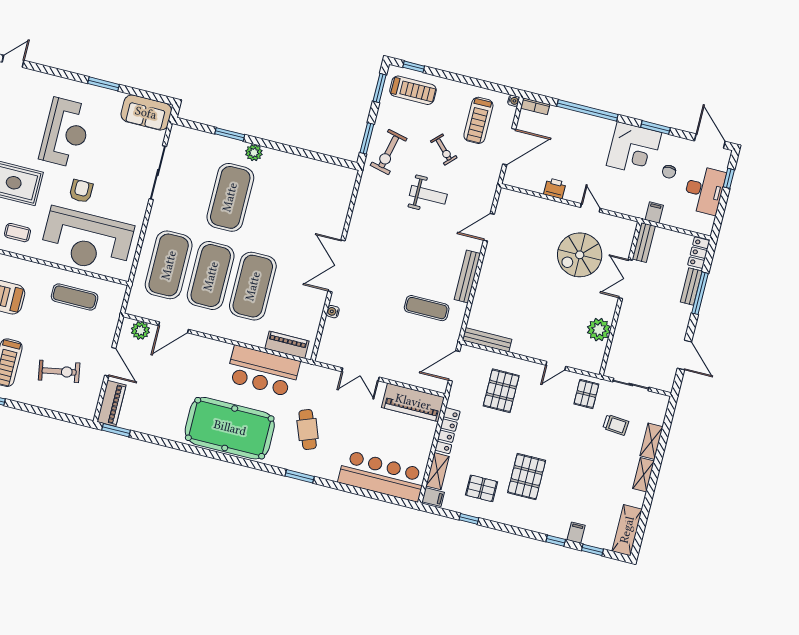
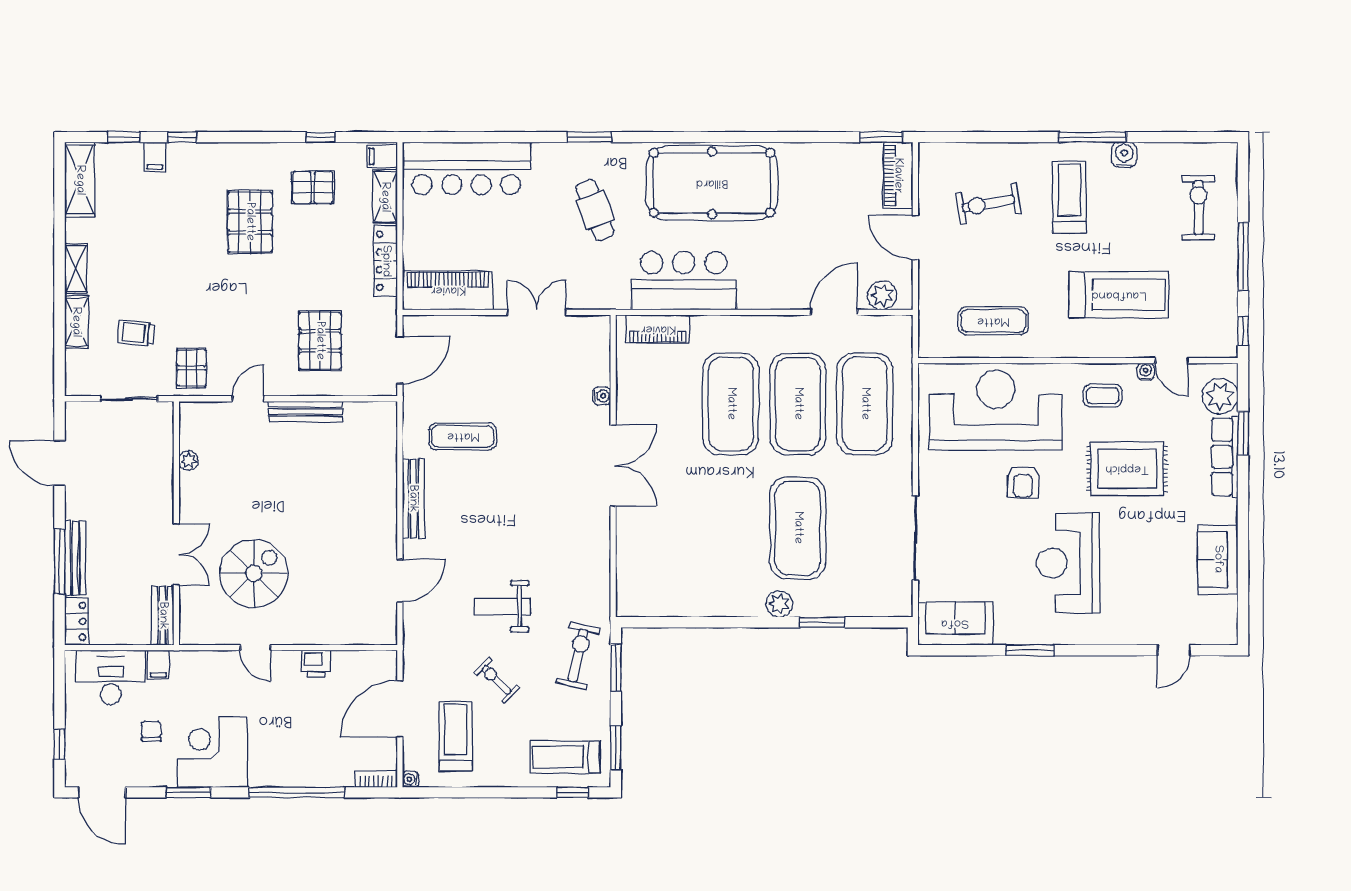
desk: (704, 190) -> (111, 677), moved, turned 90
bench: (691, 286) -> (75, 558), width x1.36
plant: (599, 330) -> (189, 460), width x0.53, depth x0.53
bench: (487, 340) -> (305, 412), moved

